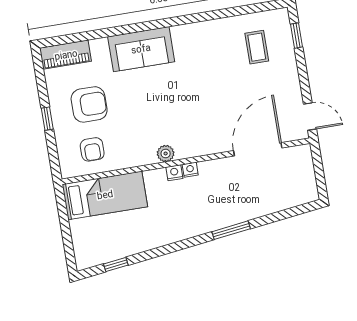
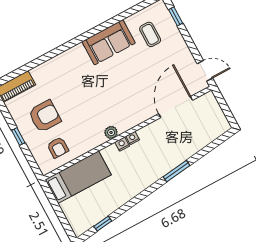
sofa: (141, 49) -> (109, 42), moved

